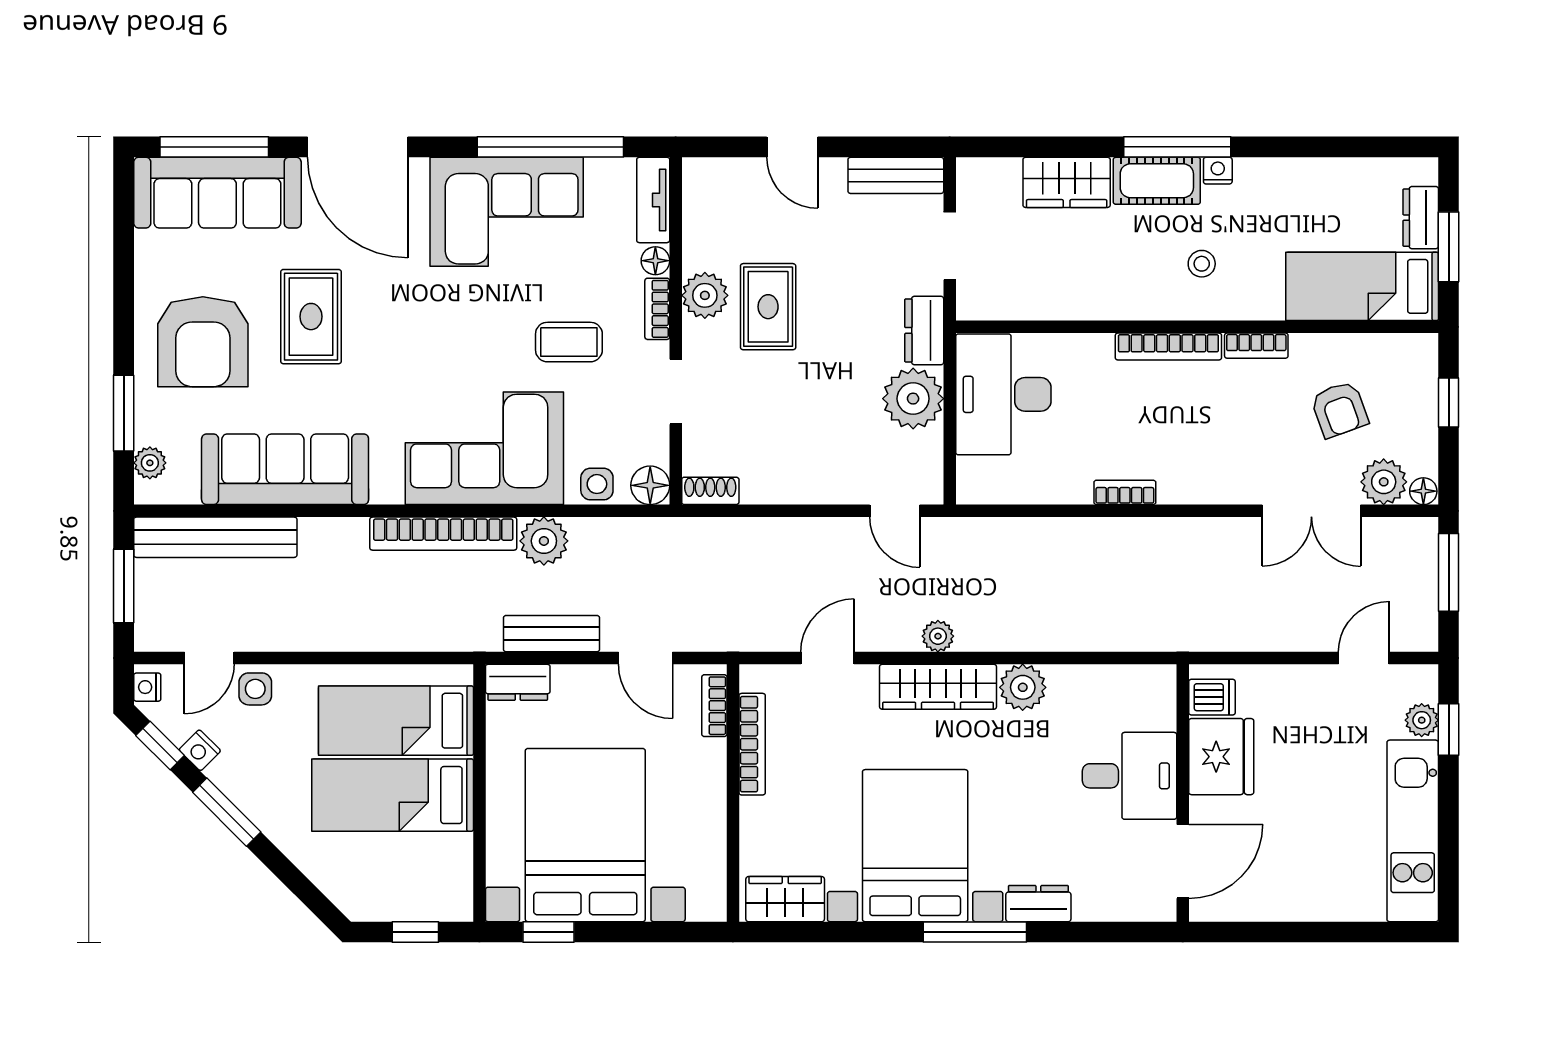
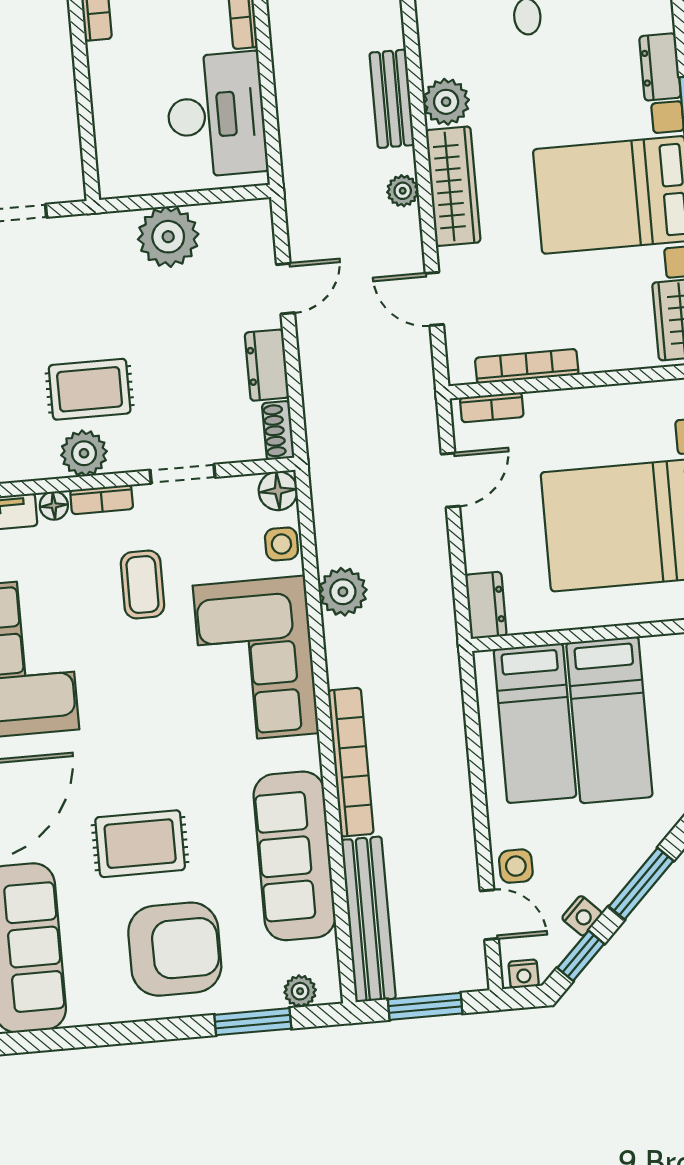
dresser: (924, 330) -> (267, 365), moved, turned 90
desk: (1003, 394) -> (216, 115), moved, turned -90
door: (895, 511) -> (286, 289), moved
bookcase: (443, 534) -> (351, 762), moved
bench: (551, 634) -> (392, 99), moved

